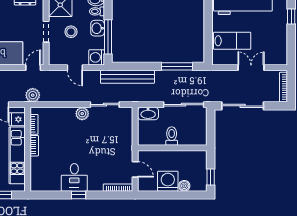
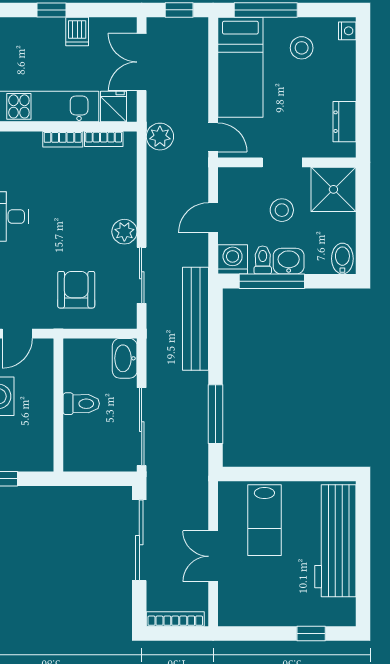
toilet: (97, 11) -> (263, 260), moved
double door: (251, 68) -> (213, 556), swing flipped
armchair: (112, 139) -> (76, 290), added

